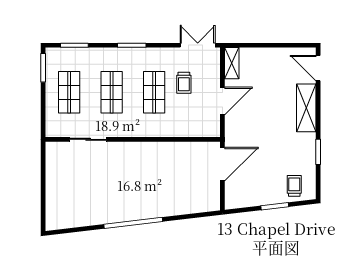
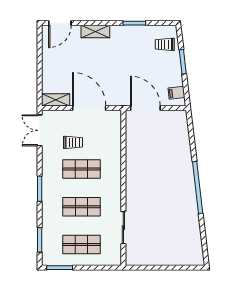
door: (222, 101) -> (89, 108), width x1.36
shelving: (306, 108) -> (95, 32), width x0.67, depth x0.75
filing cabinet: (240, 199) -> (177, 93), added

